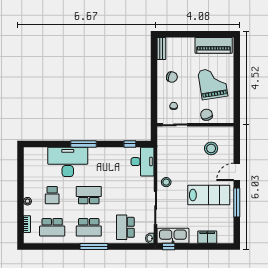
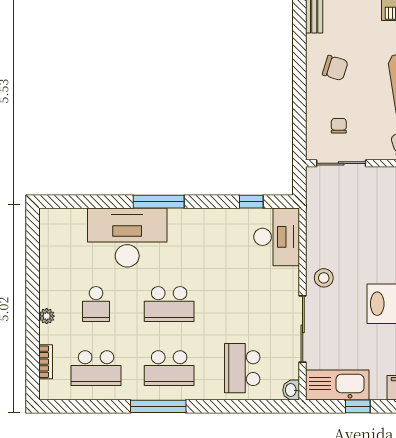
school desk: (89, 195) -> (169, 304), turned 180
window: (94, 246) -> (158, 406), moved
window: (169, 246) -> (358, 406), moved

